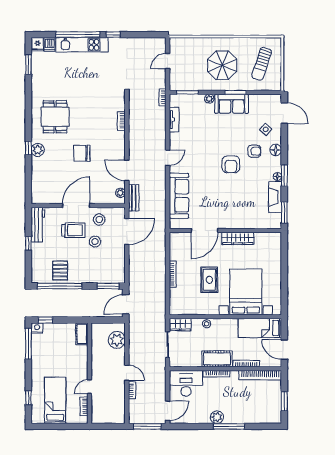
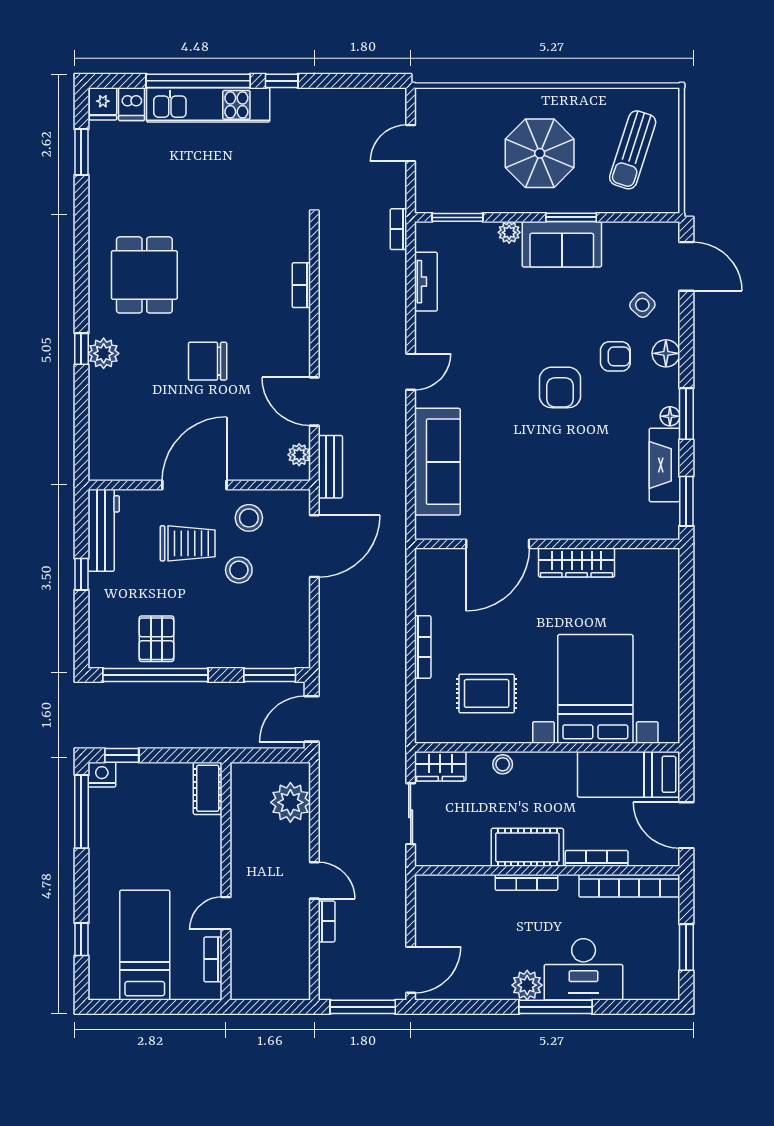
rug: (209, 280) -> (487, 693), moved, turned 90
desk: (186, 383) -> (584, 969), moved, turned 180

